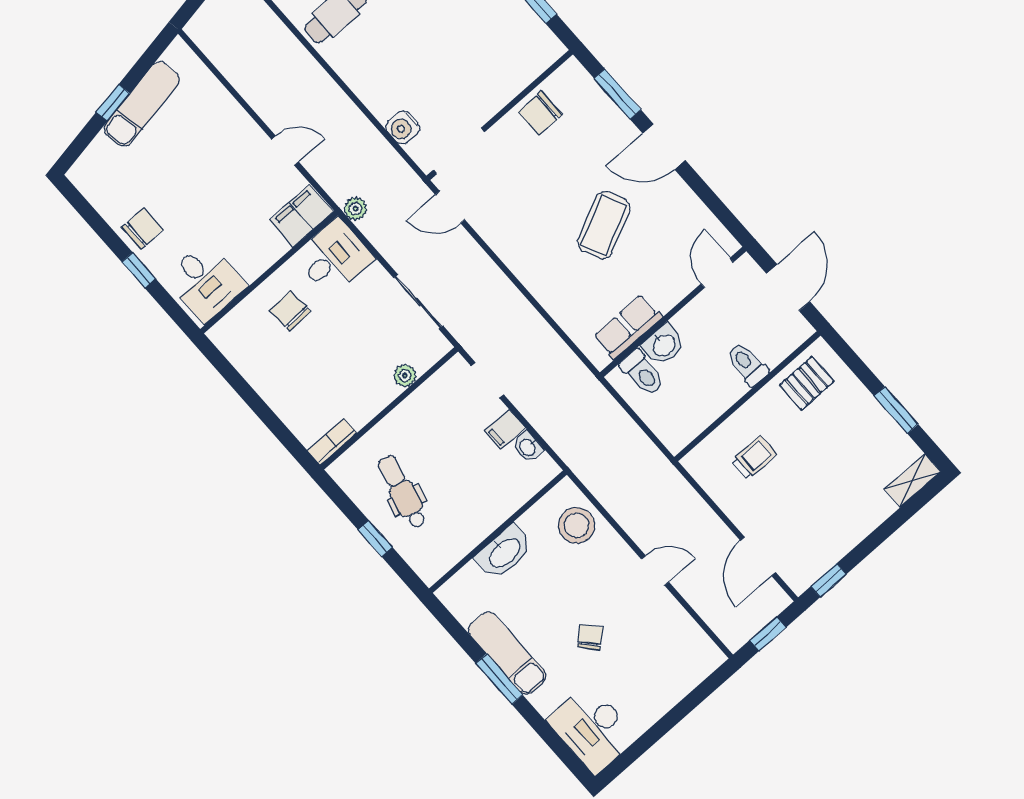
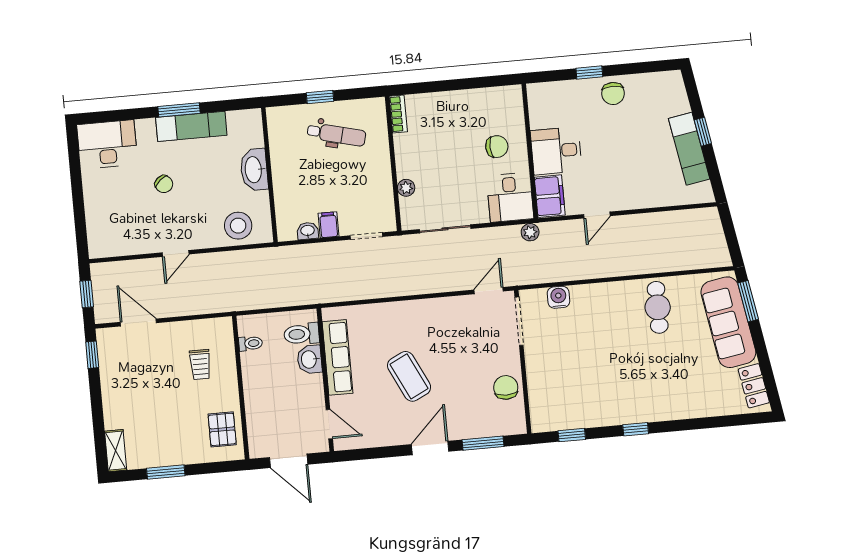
desk: (206, 282) -> (556, 151), moved
row of seats: (628, 327) -> (337, 357), width x1.48
toilet: (747, 364) -> (250, 343), moved, width x0.73, depth x0.72

